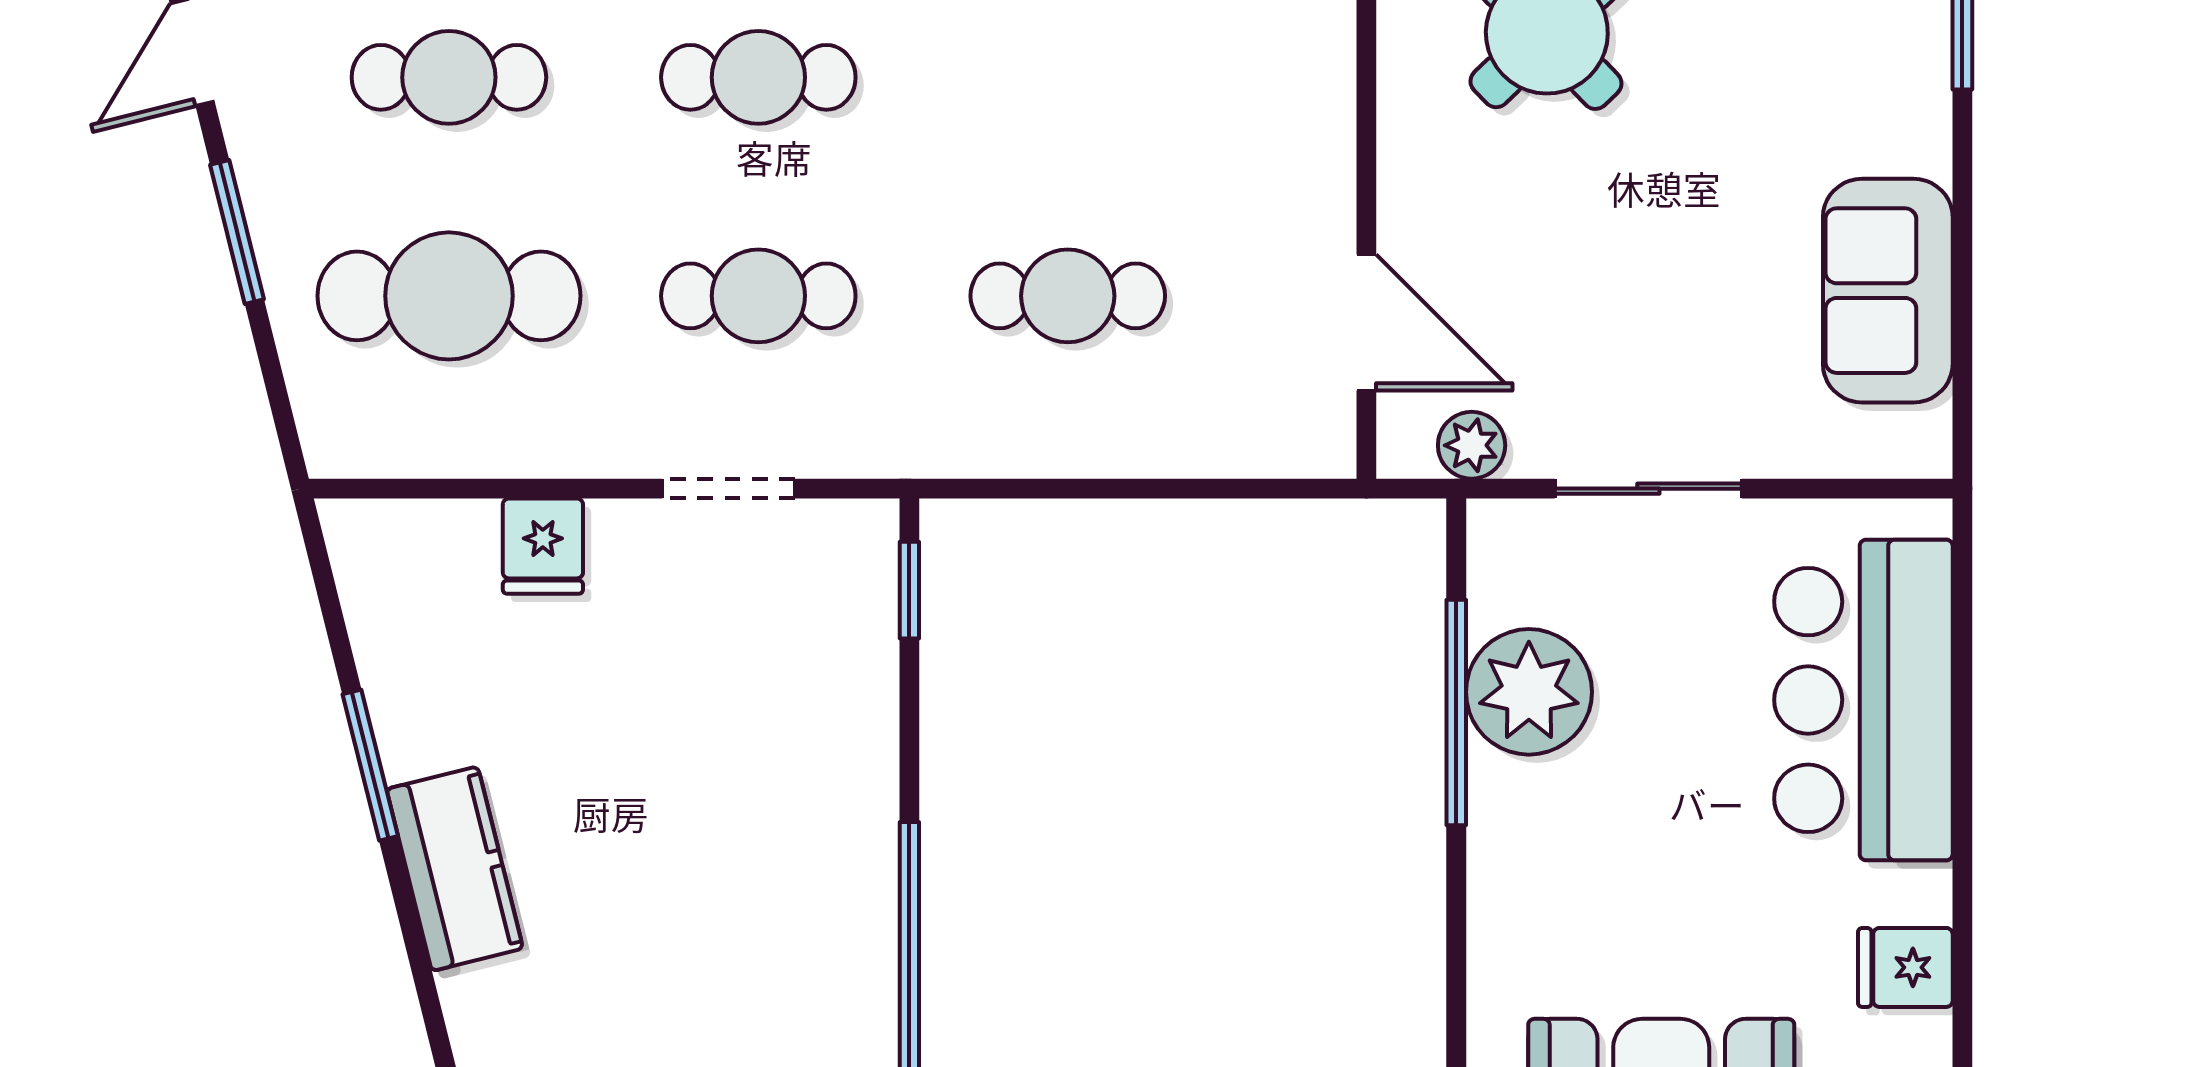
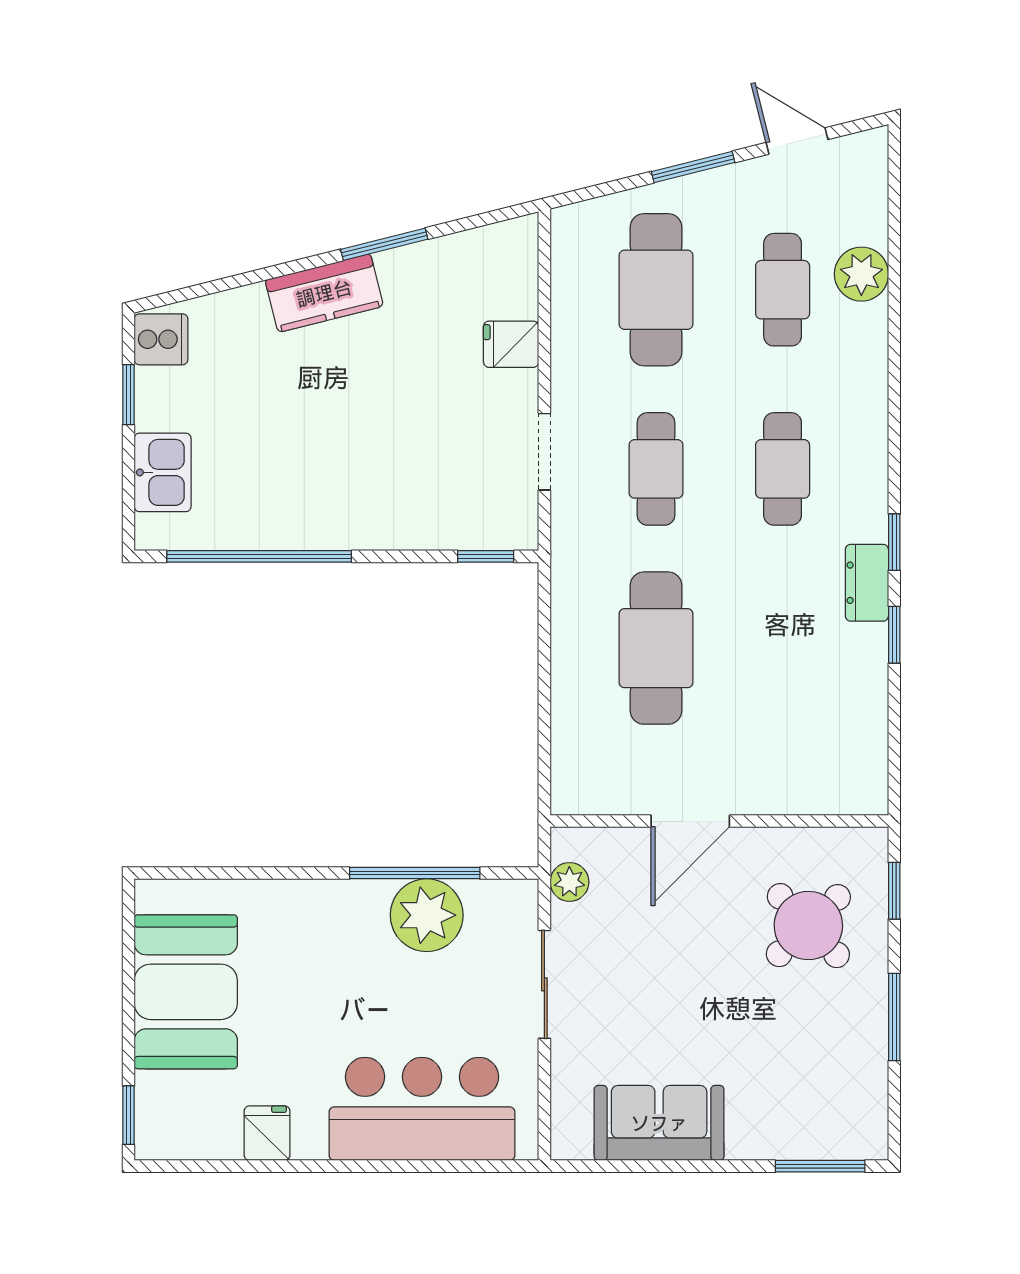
cafe table: (1068, 296) -> (656, 648), width x1.37, depth x1.35
door: (1366, 322) -> (690, 821), moved

